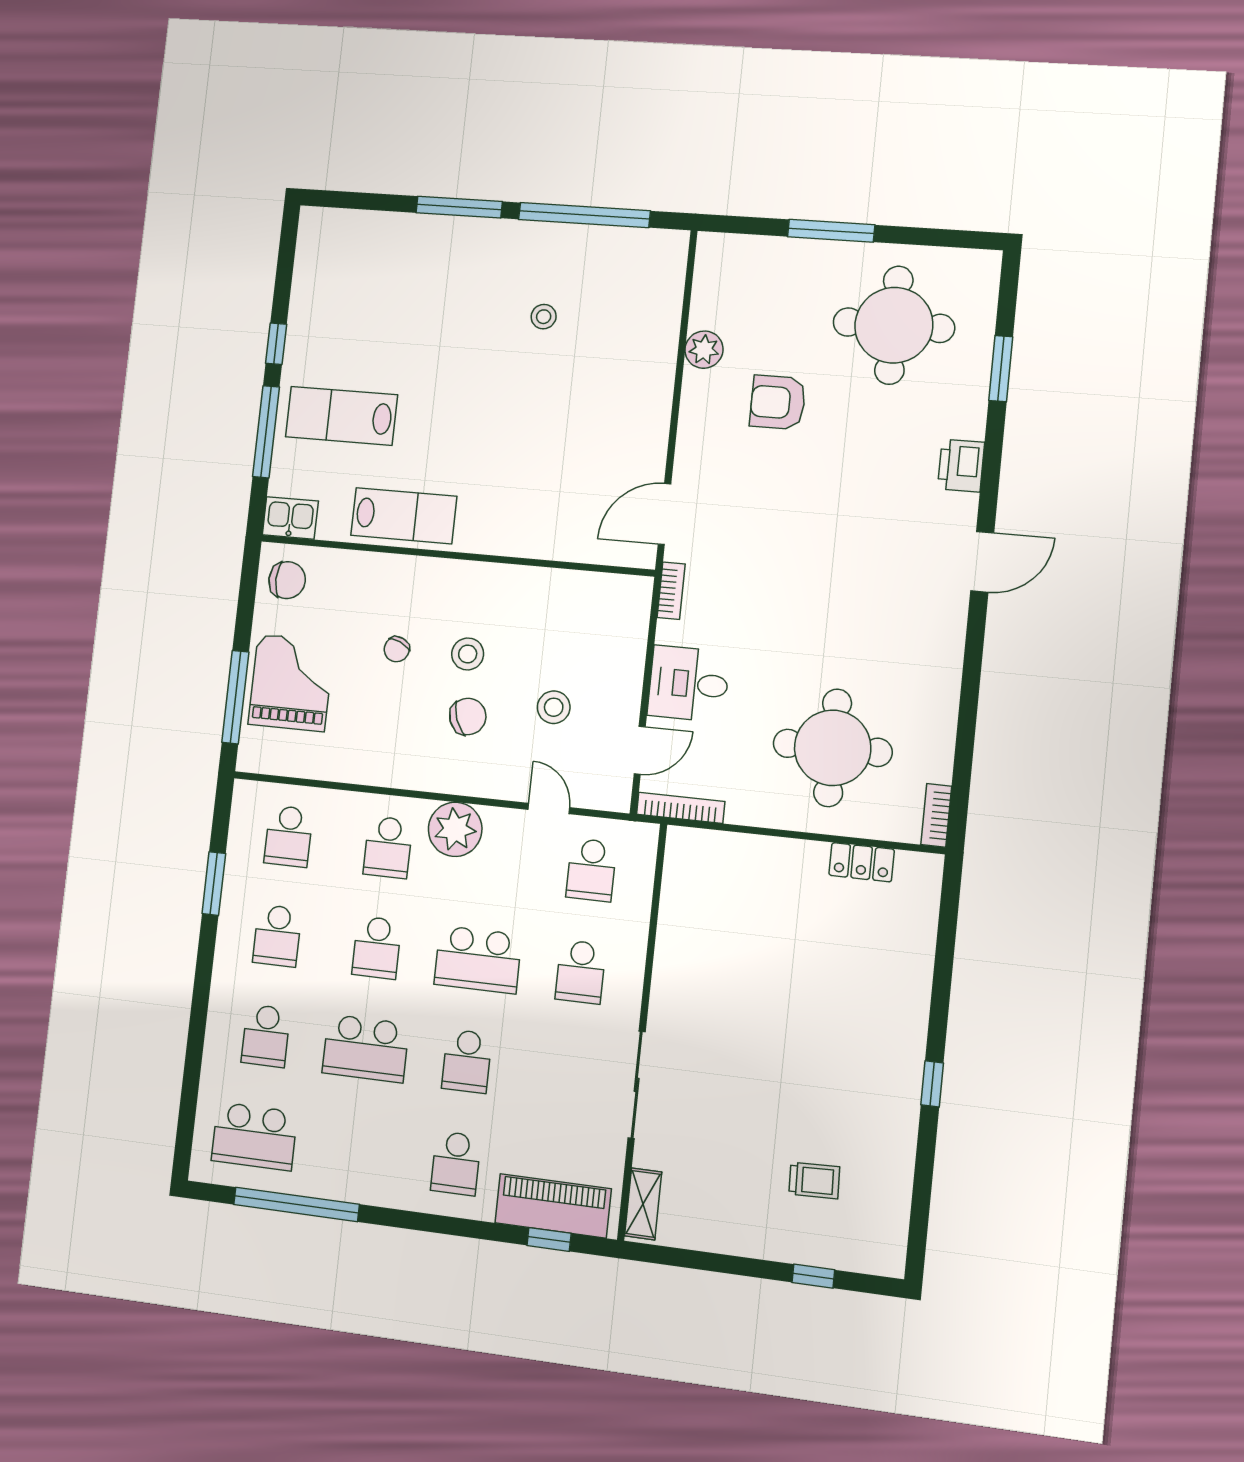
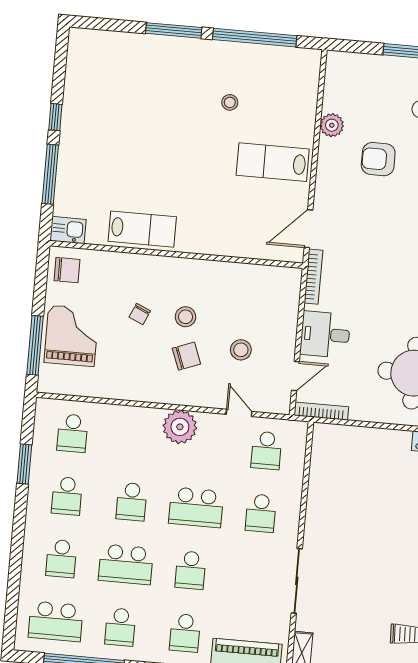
lab bench: (341, 416) -> (273, 162), moved
bookcase: (671, 591) -> (313, 277), width x1.56
school desk: (388, 847) -> (120, 627), moved

